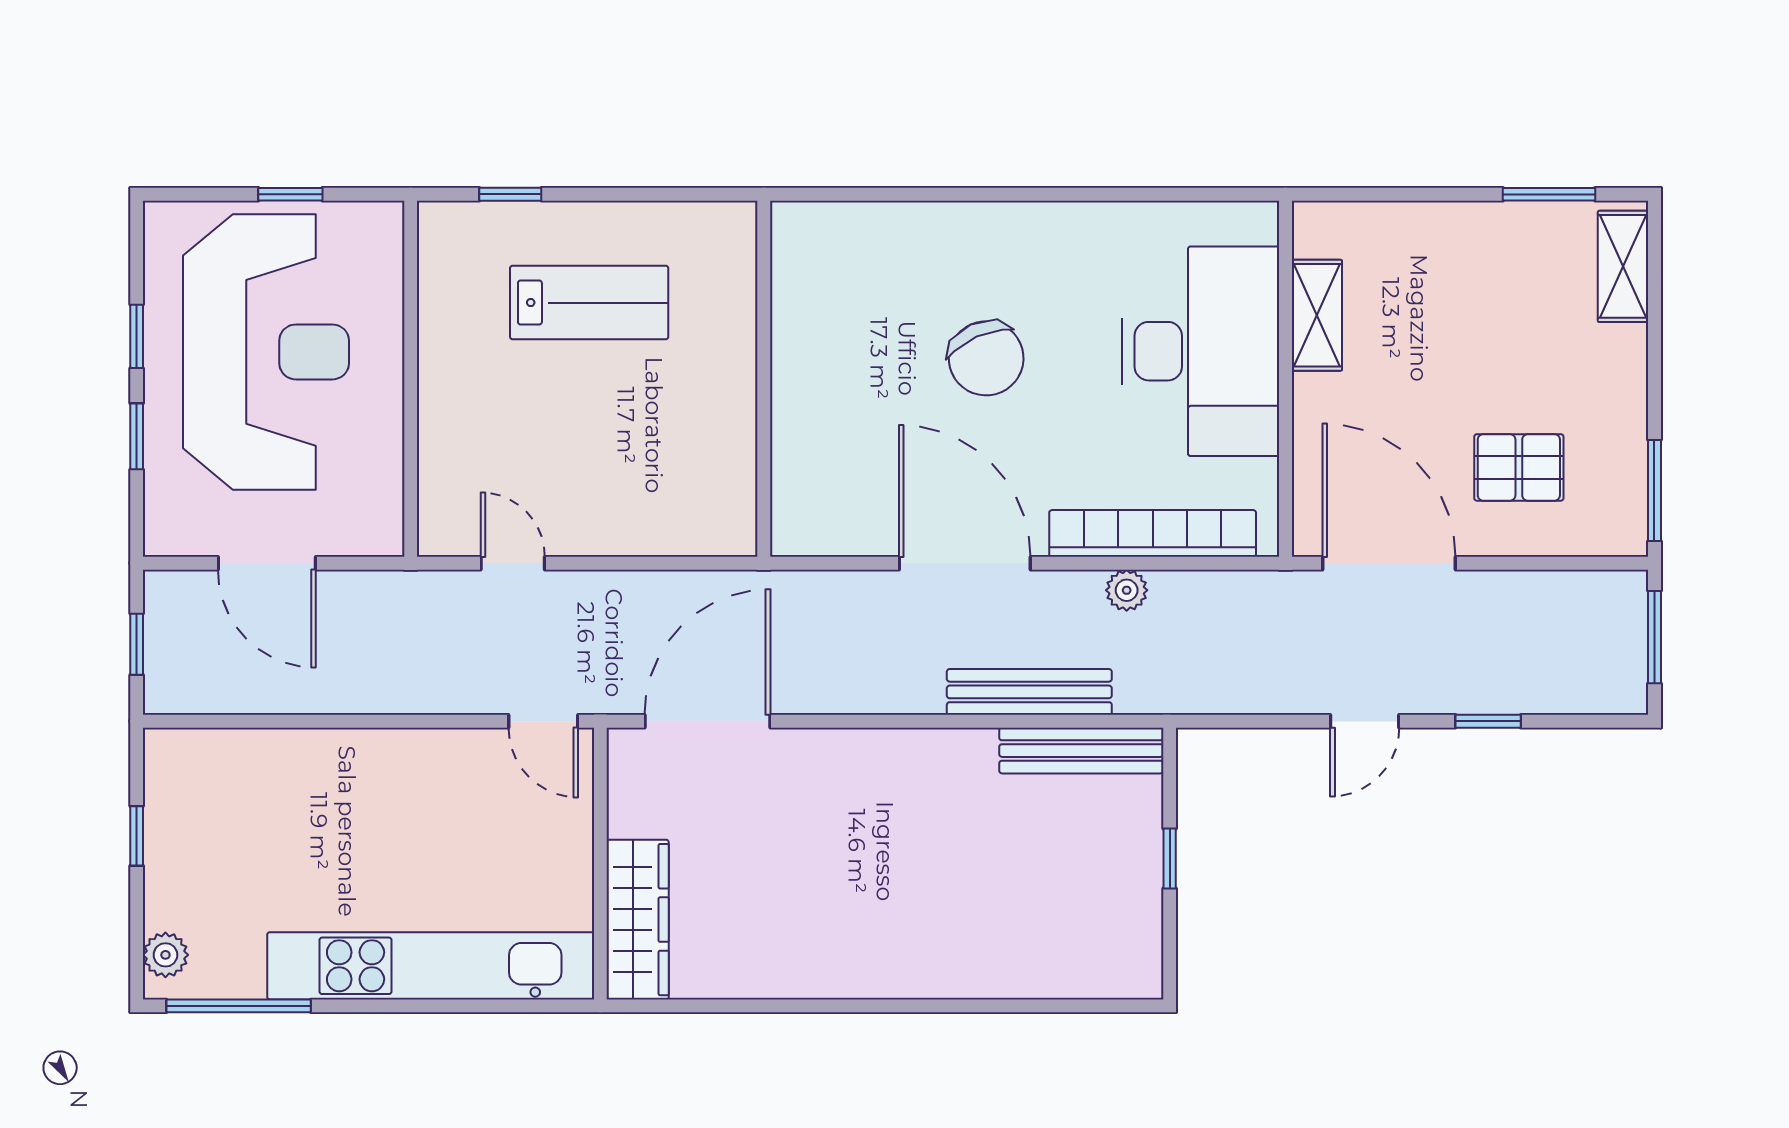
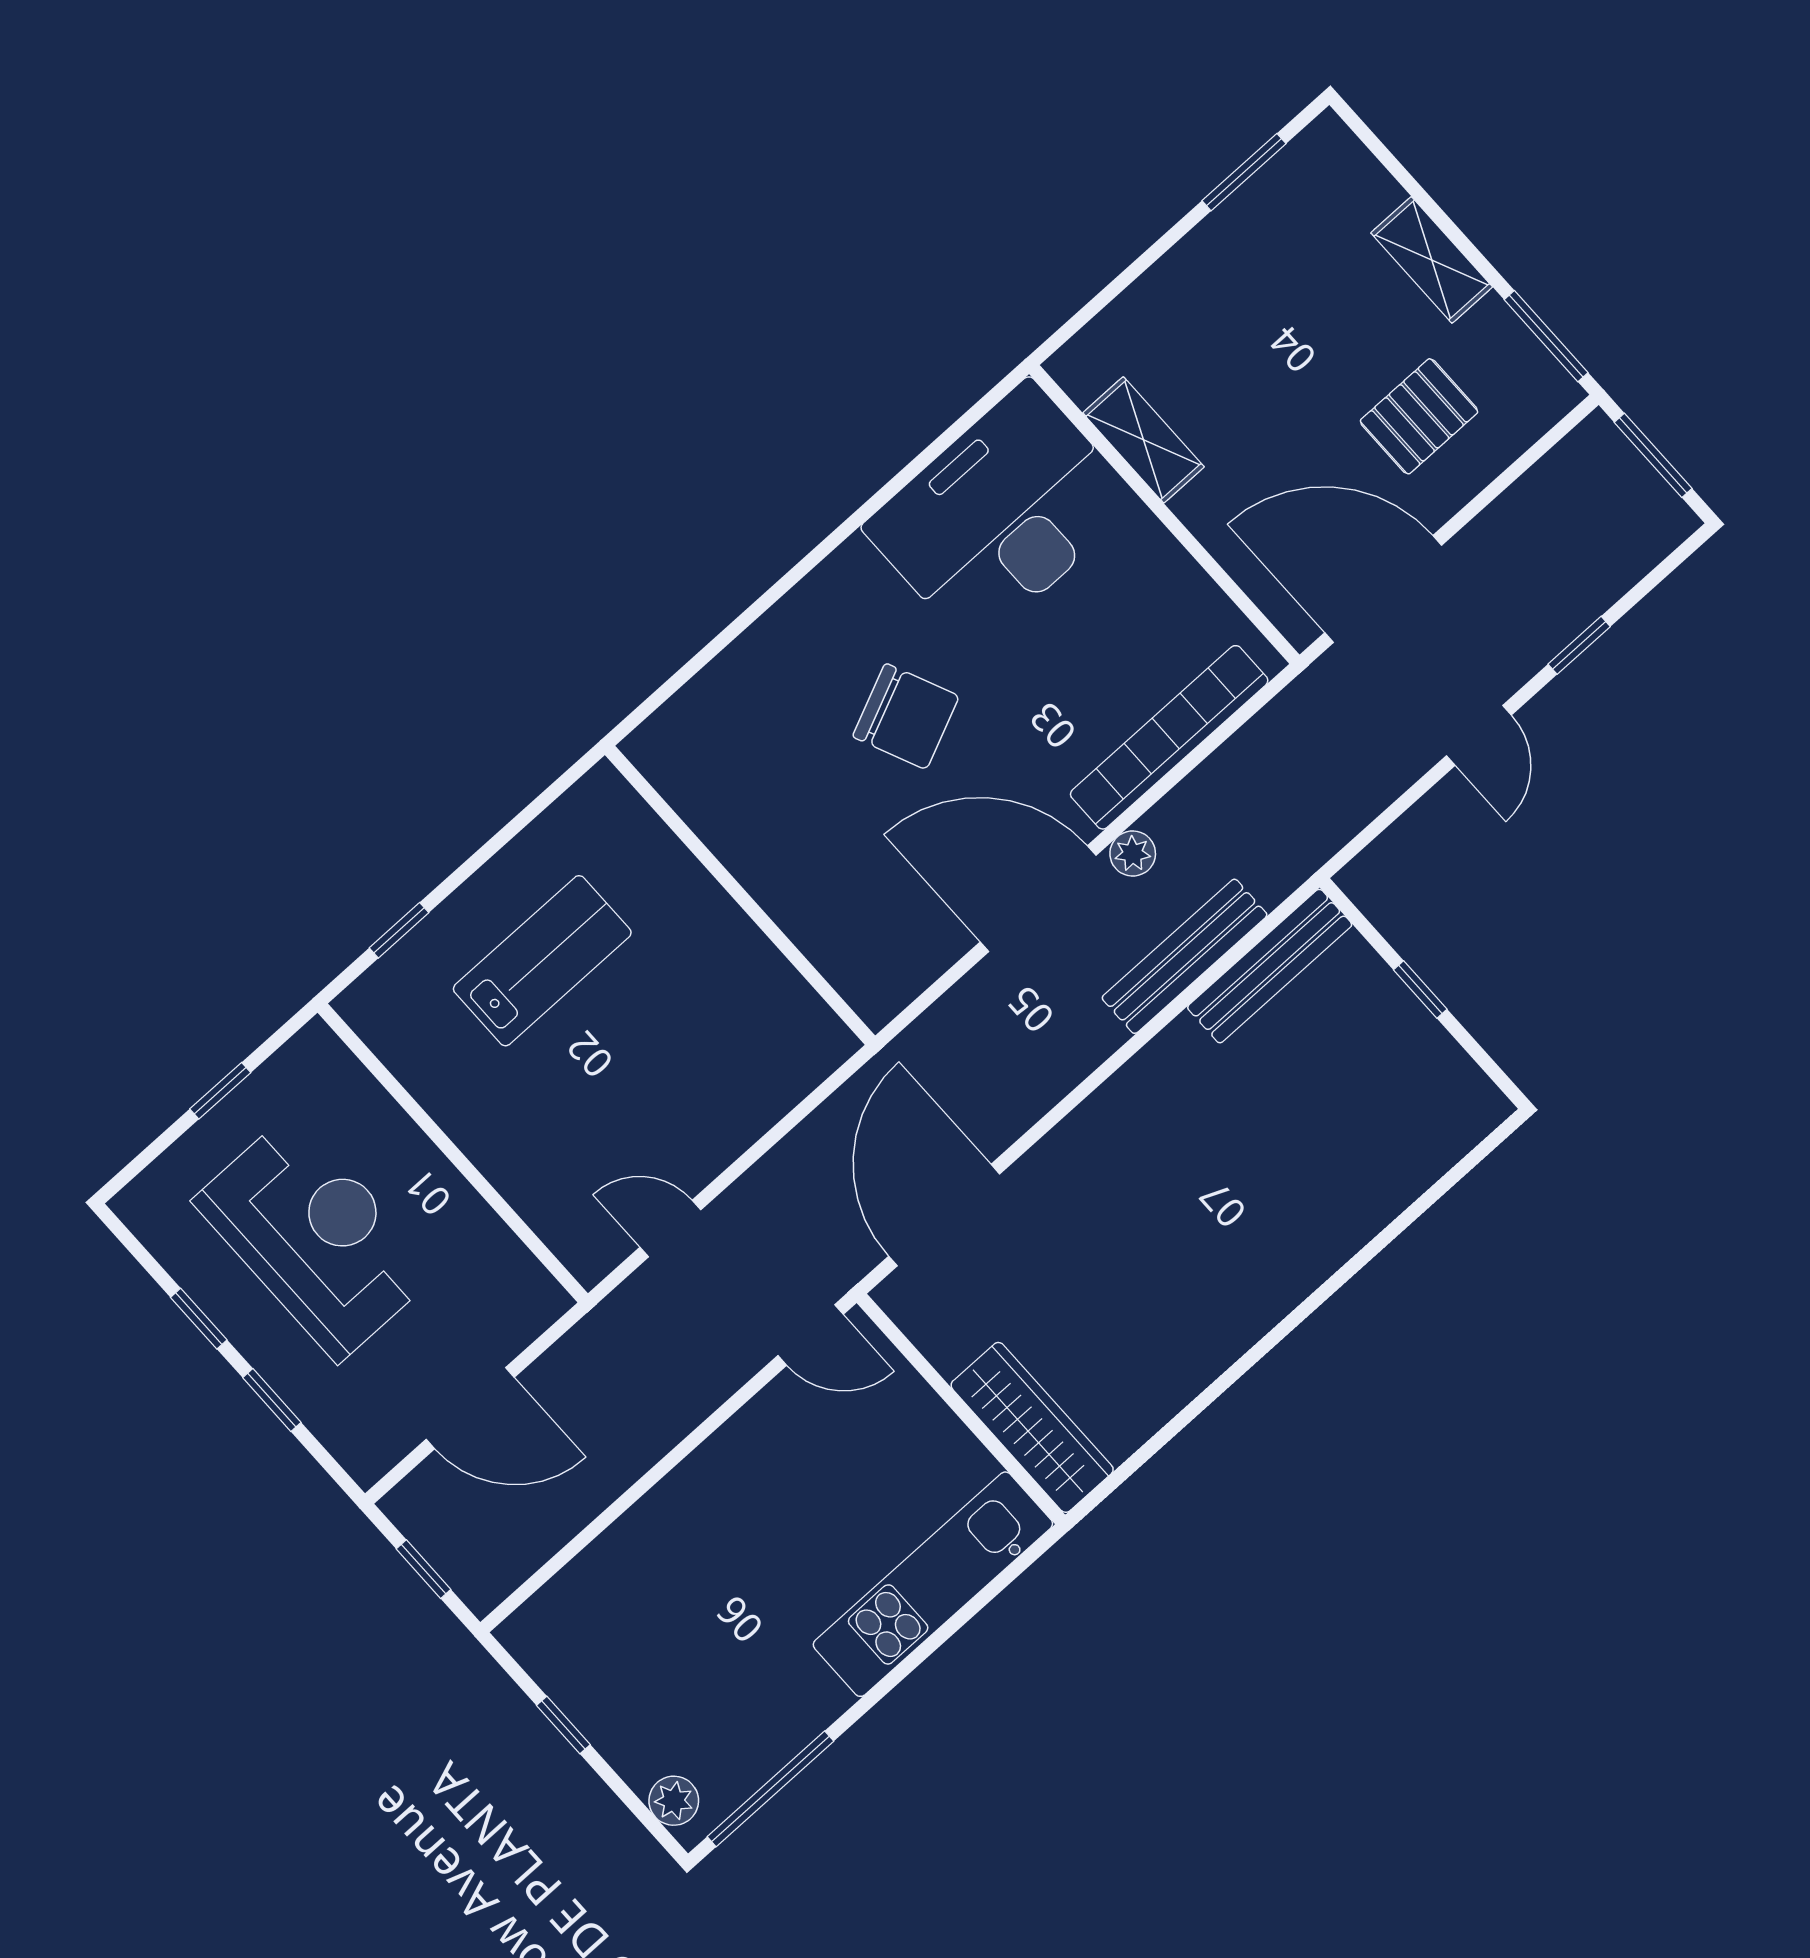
shelving: (1623, 266) -> (1432, 260), moved
desk: (1201, 351) -> (1001, 515), moved, turned -90
reception desk: (266, 352) -> (315, 1237), width x0.74, depth x0.77
plant: (1127, 590) -> (1133, 854), moved
kitchen unit: (431, 966) -> (933, 1584), width x0.73

